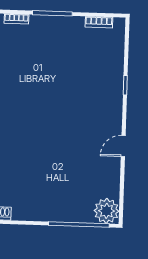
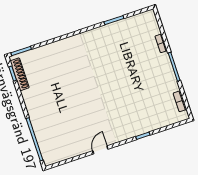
door: (123, 146) -> (100, 150), hinge flipped
plant: (107, 211) -> (51, 155), removed

